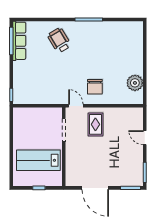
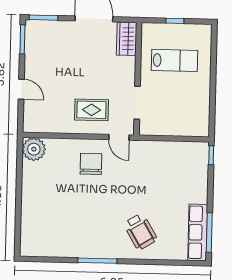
plant: (135, 83) -> (34, 149), moved
rug: (95, 124) -> (91, 110), turned 90
lab bench: (38, 160) -> (175, 60), width x0.73, depth x0.72
wardrobe: (72, 175) -> (127, 39), added

